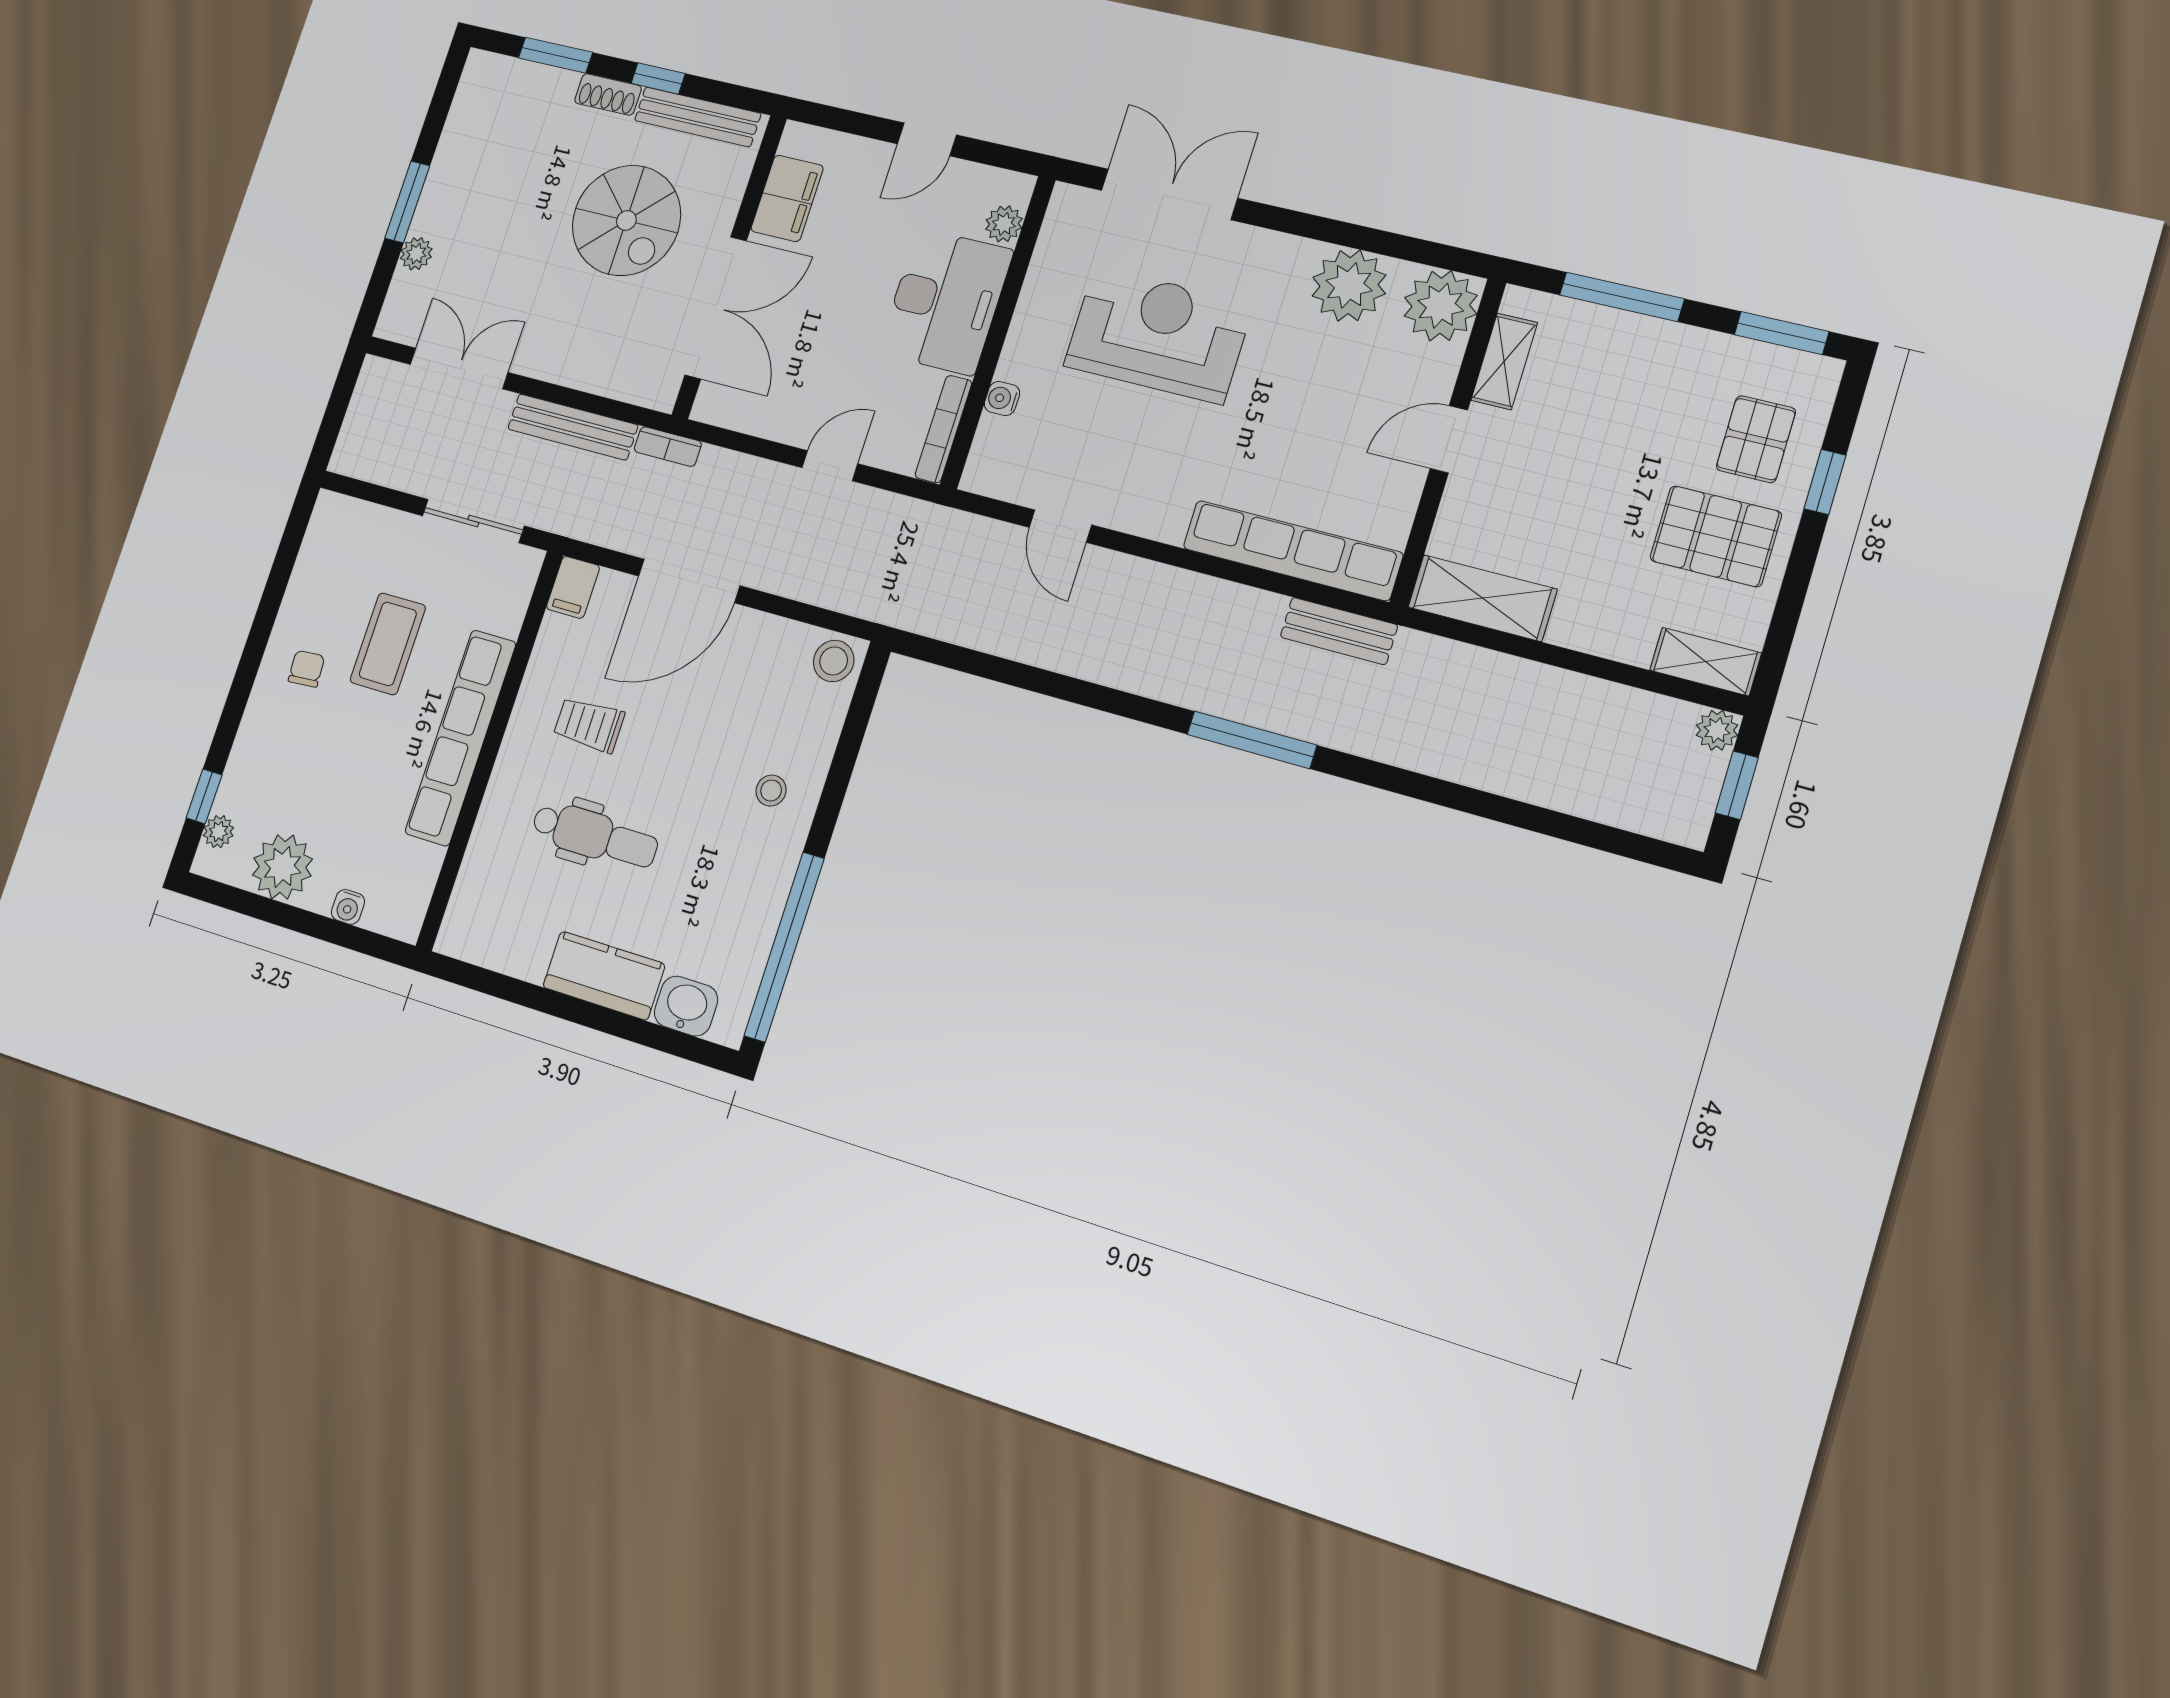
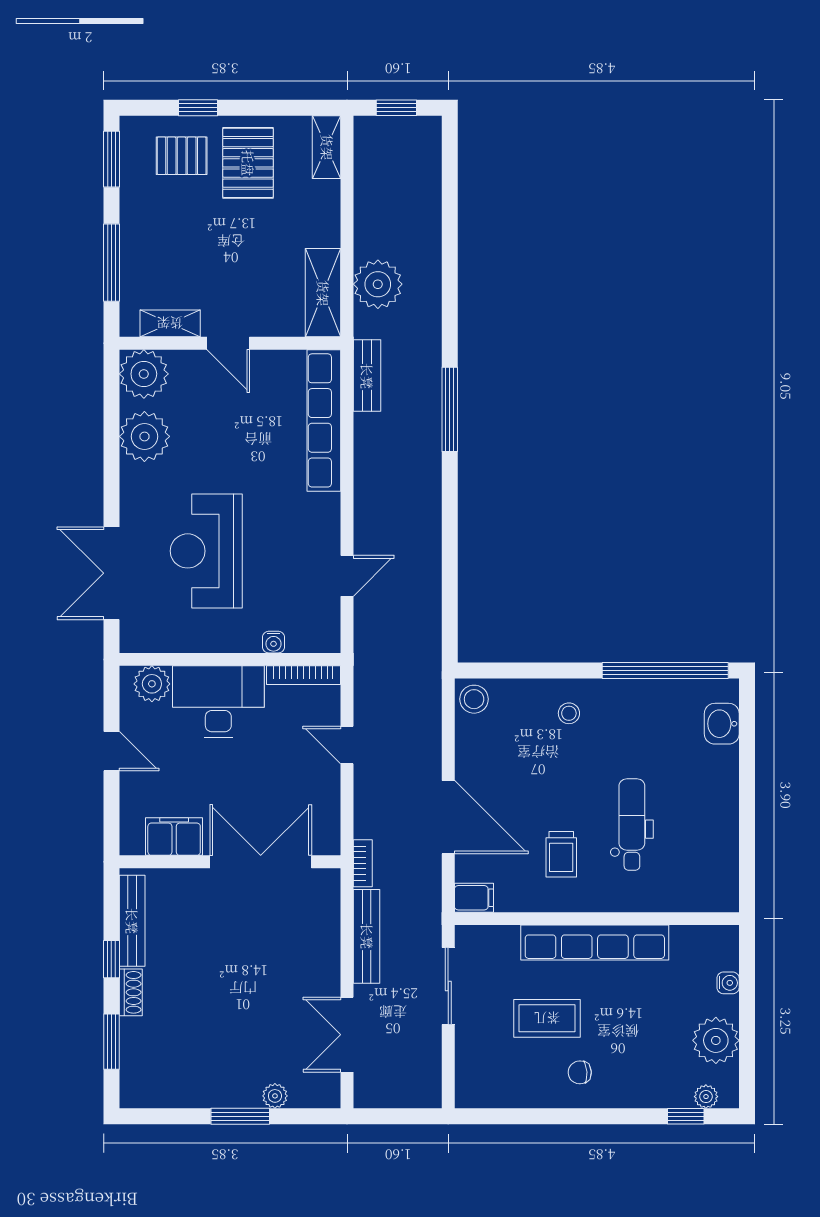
spiral stairs: (626, 220) -> (216, 948), removed
plant: (1004, 224) -> (152, 684), width x1.38, depth x1.38
plant: (1717, 730) -> (378, 284), moved, width x1.88, depth x1.88
kitchen counter: (604, 976) -> (719, 786), removed

